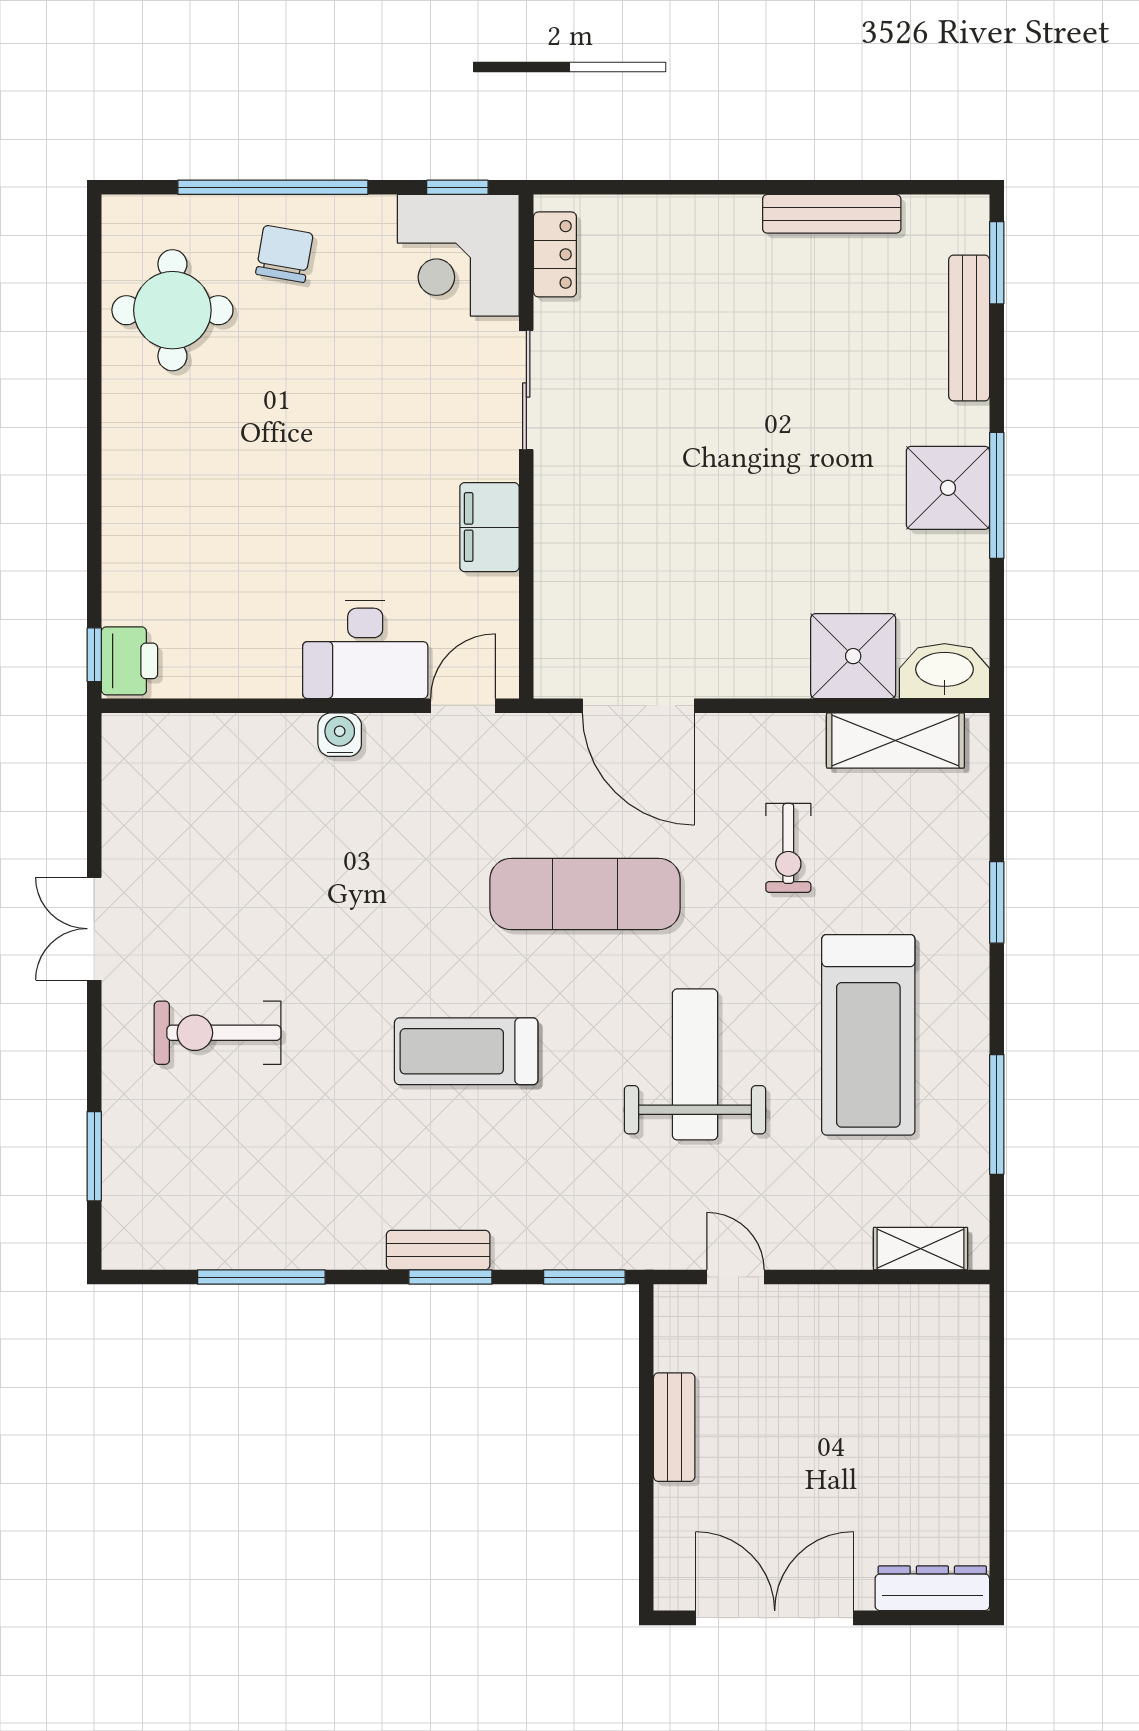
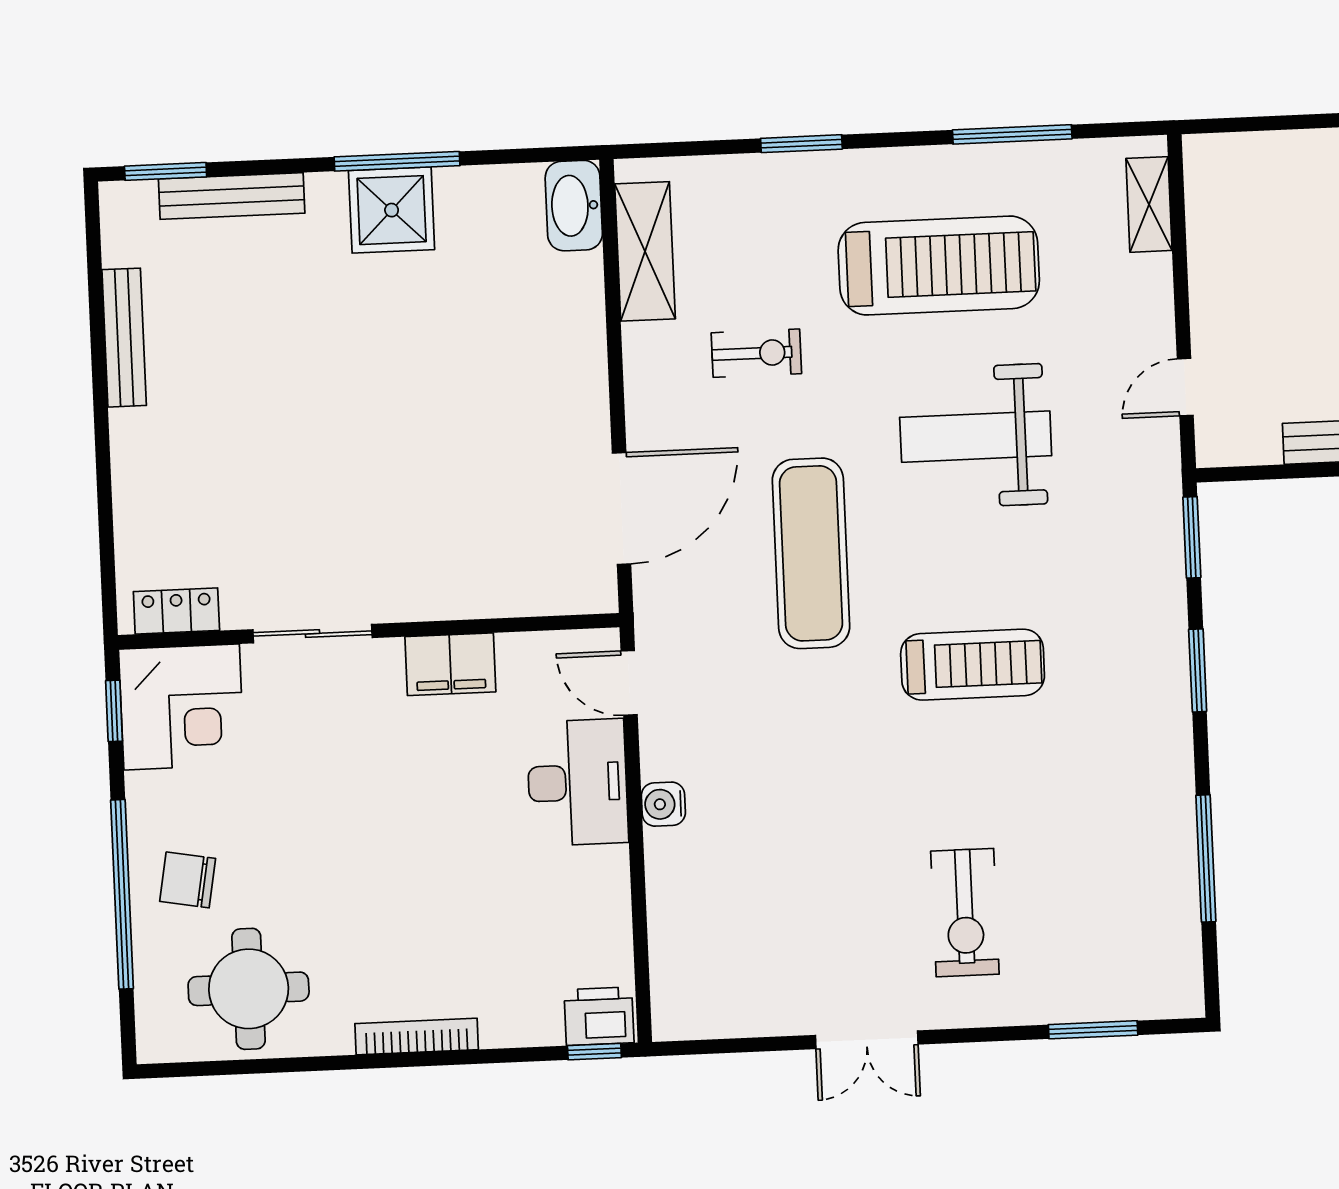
bookcase: (117, 477) -> (417, 1037), added
shower: (853, 656) -> (563, 297), removed
treadmill: (466, 1051) -> (973, 665), turned -90
bench: (438, 1250) -> (1171, 684), removed

